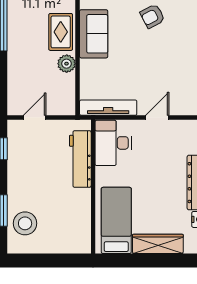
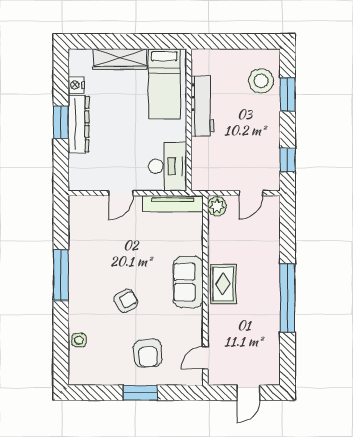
plant: (67, 64) -> (217, 206), moved
workbench: (80, 159) -> (202, 106), moved

